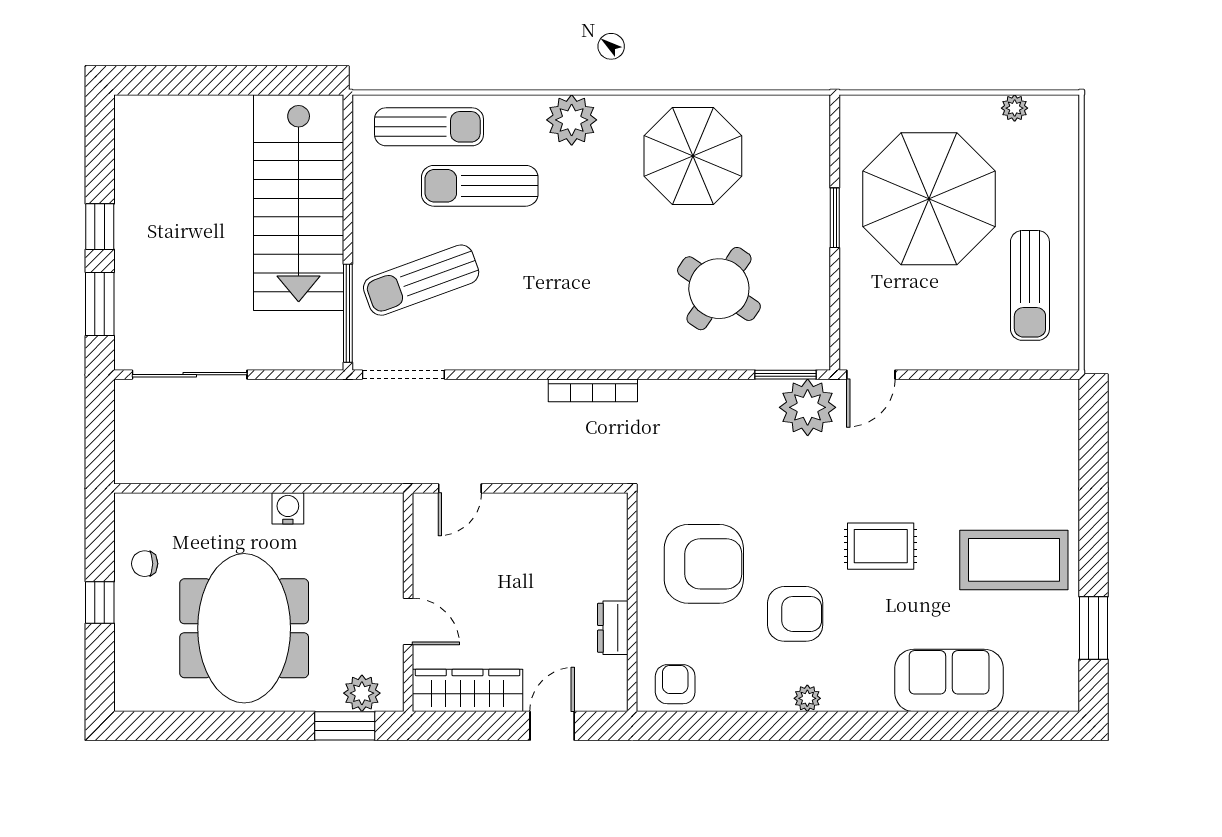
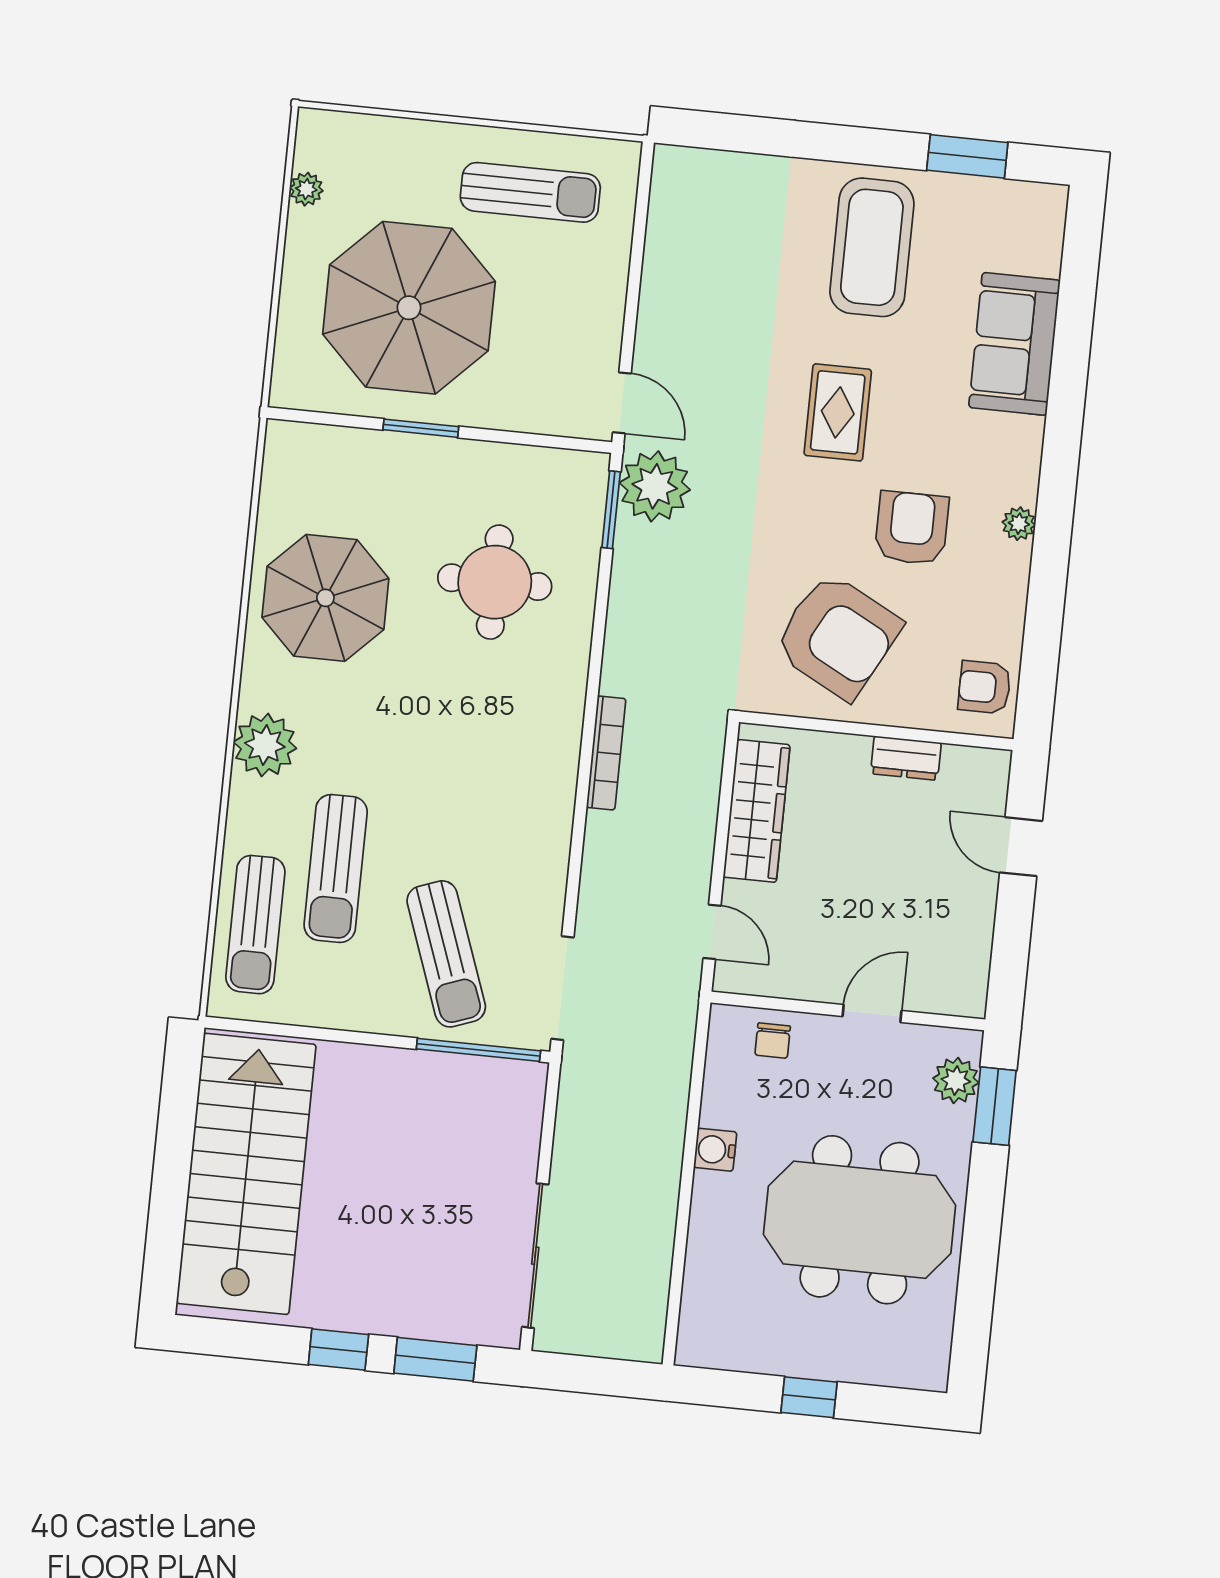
sun lounger: (429, 127) -> (255, 925), turned 180
stairs: (299, 203) -> (246, 1174), moved, turned -90
round table: (719, 289) -> (495, 582), turned -34
chair: (145, 564) -> (773, 1041), moved
armchair: (704, 564) -> (837, 636), turned 118
wardrobe: (468, 690) -> (757, 811), moved, turned 180

